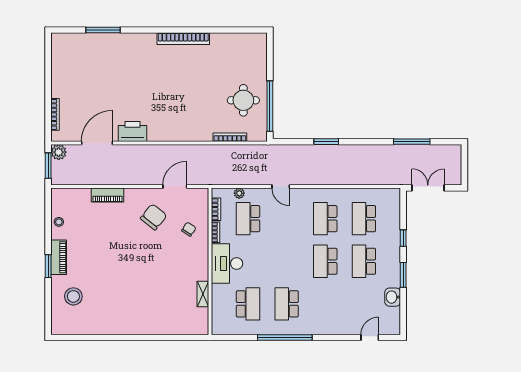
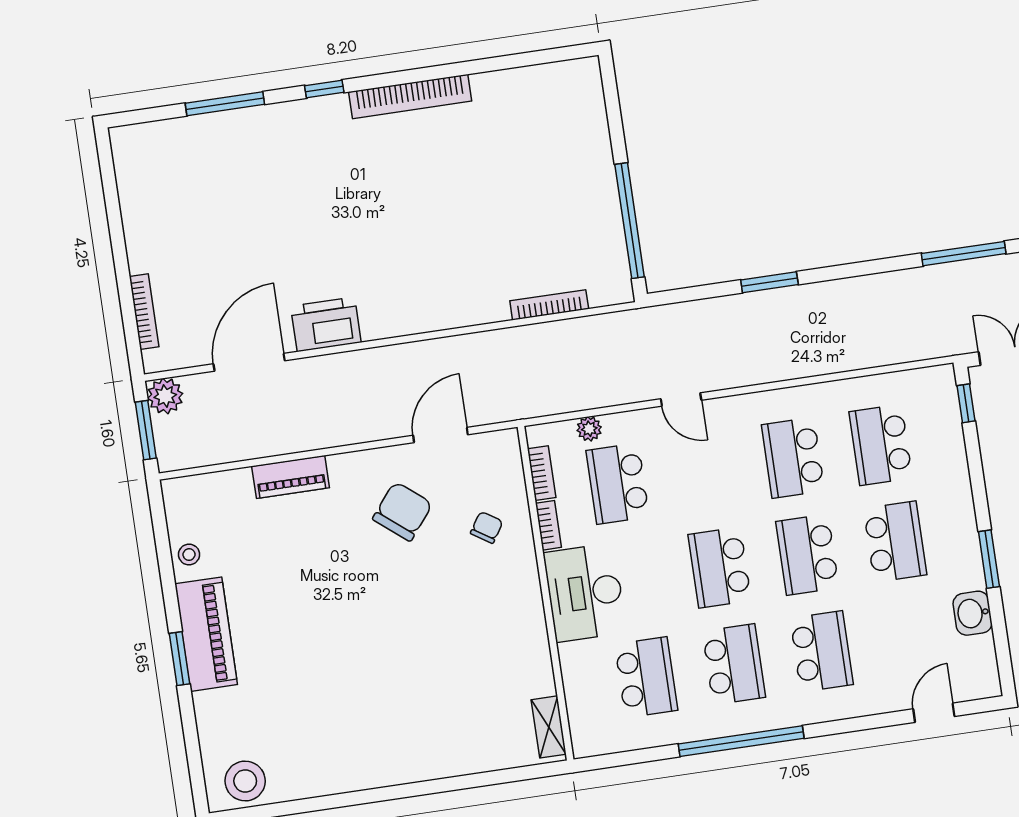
window: (147, 30) -> (324, 89), added
round table: (243, 100) -> (567, 216), removed
window: (403, 238) -> (966, 403), moved
piano: (59, 257) -> (206, 634), width x1.37, depth x1.33
school desk: (287, 261) -> (720, 567), added
school desk: (364, 261) -> (895, 542), turned 180
shelving: (203, 294) -> (549, 727), moved
stool: (73, 296) -> (245, 781), moved
school desk: (287, 304) -> (734, 664), turned 180
school desk: (325, 304) -> (822, 651), added

